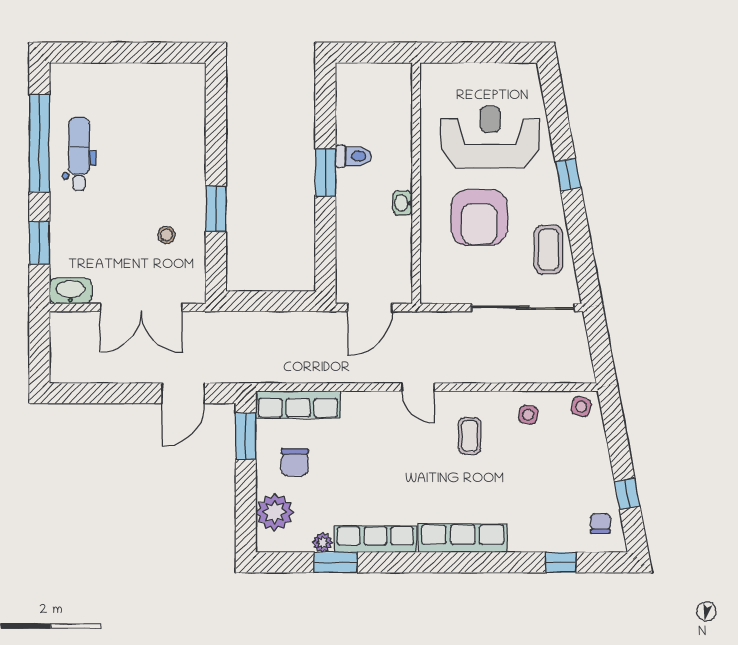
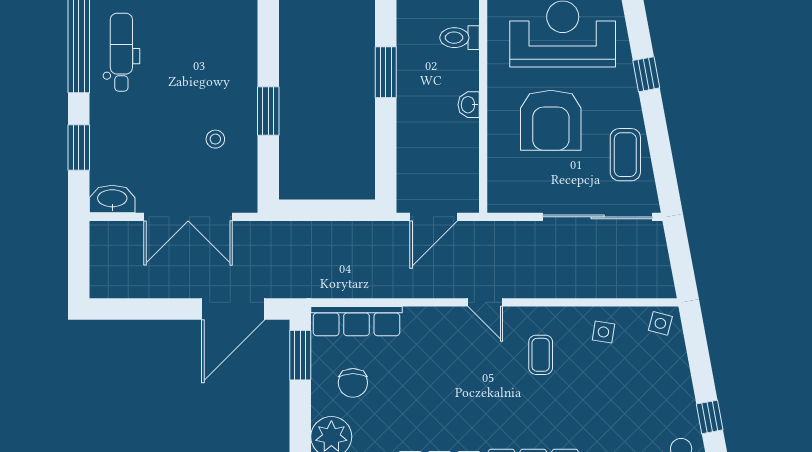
toilet: (354, 156) -> (459, 38), moved, turned 180
door: (183, 393) -> (233, 309), width x1.36

